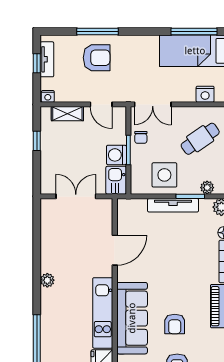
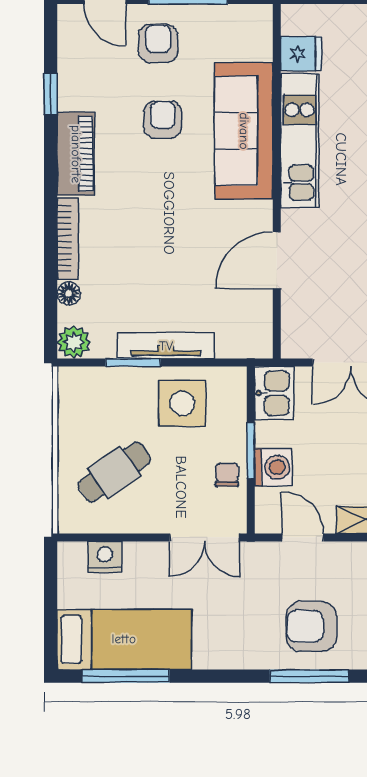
double door: (153, 104) -> (204, 537), swing flipped
washing machine: (116, 155) -> (273, 467), moved
plant: (207, 188) -> (101, 379), removed

